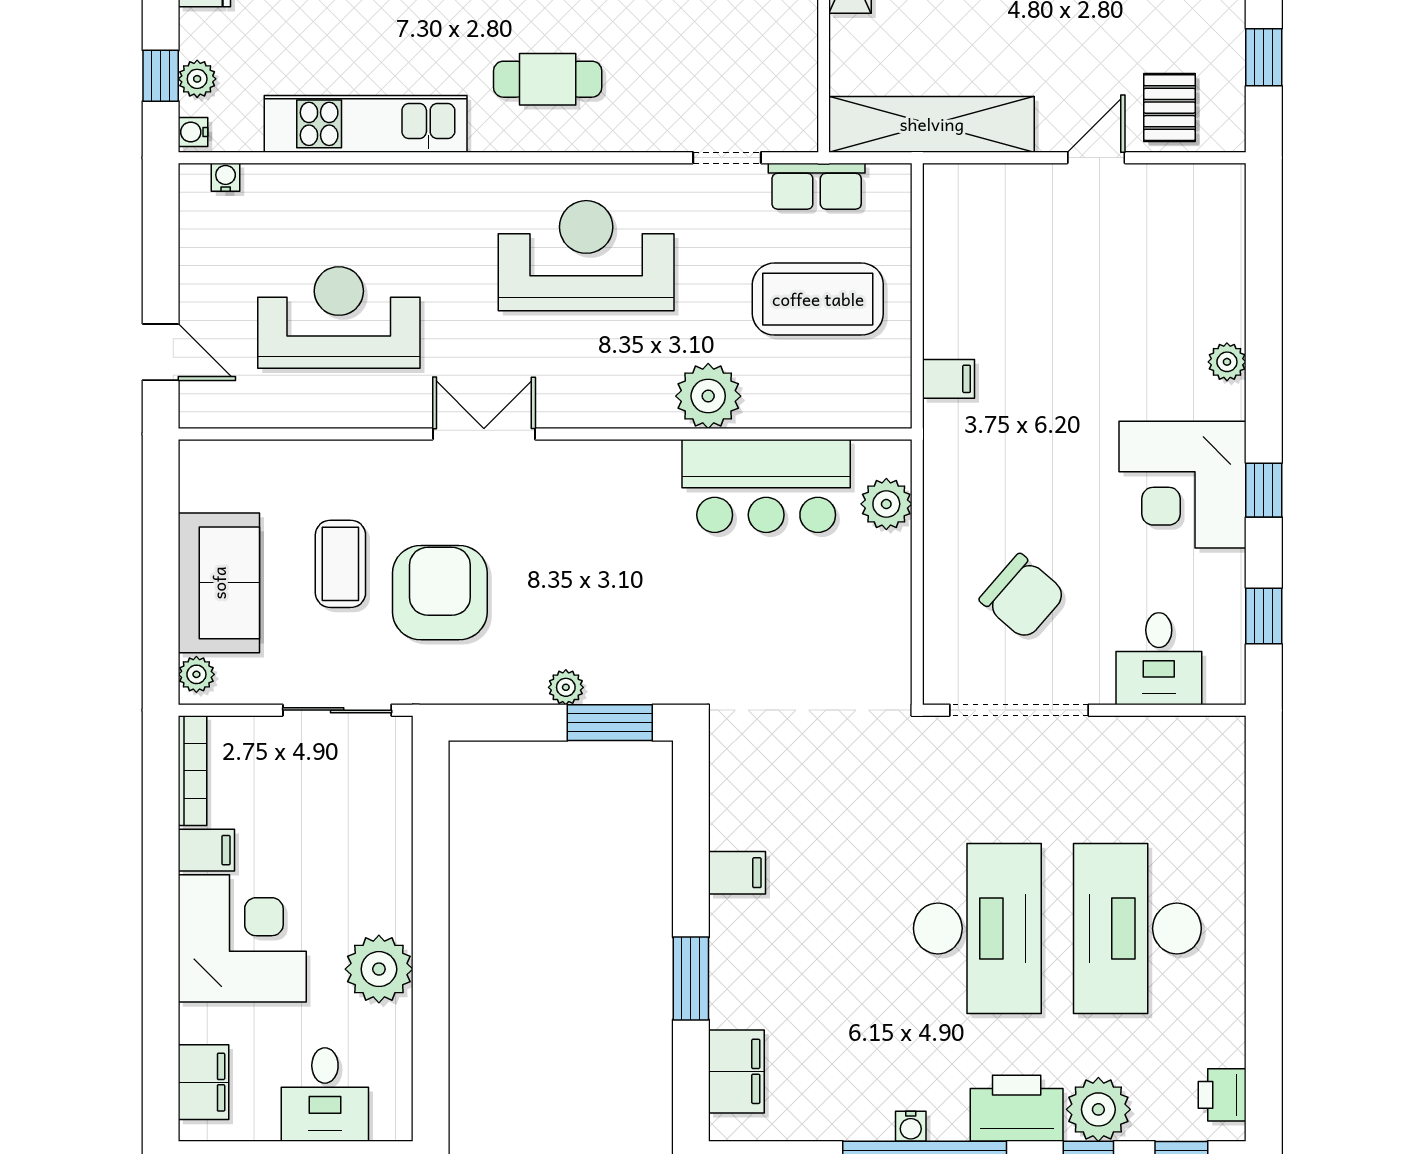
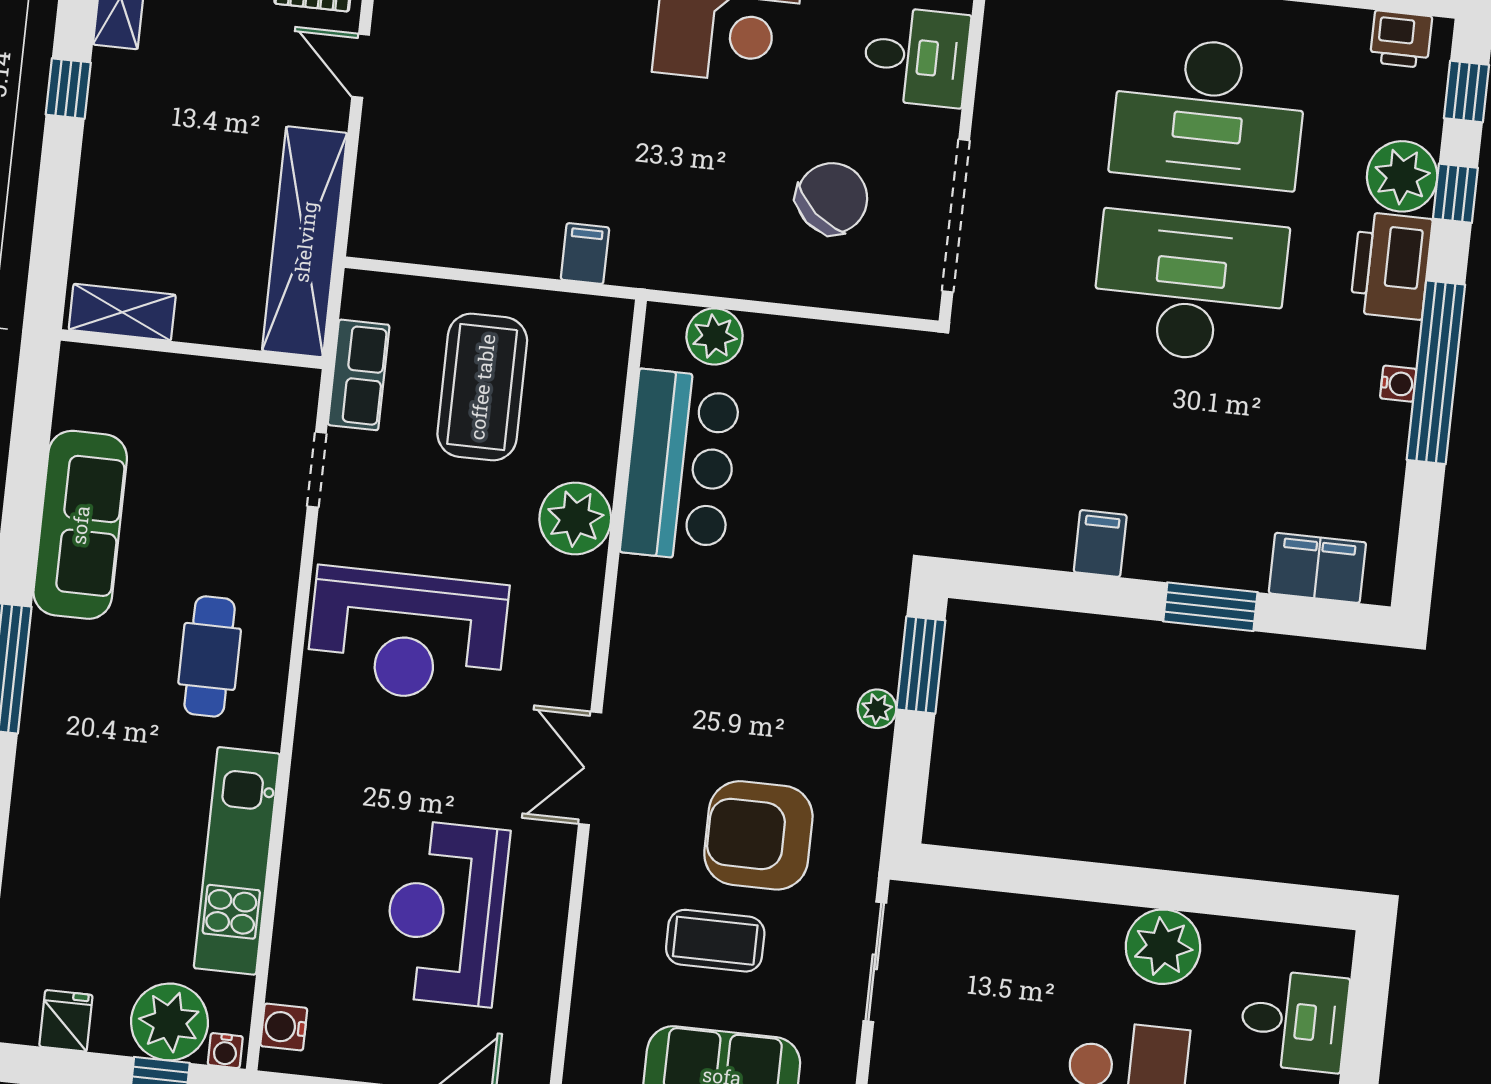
plant: (197, 79) -> (169, 1022), width x1.88, depth x1.88
water cooler: (226, 177) -> (284, 1027), width x1.38, depth x1.38
reception desk: (586, 256) -> (407, 635), turned -90

